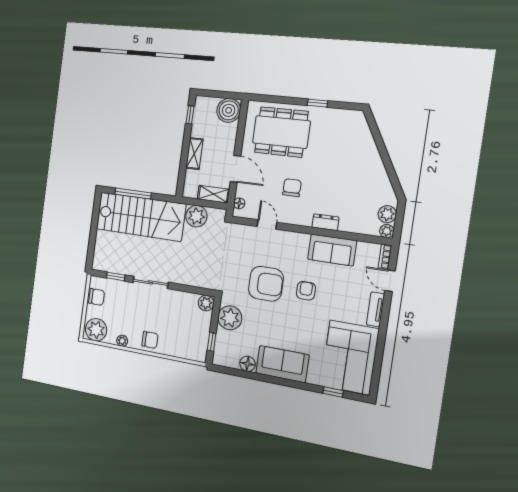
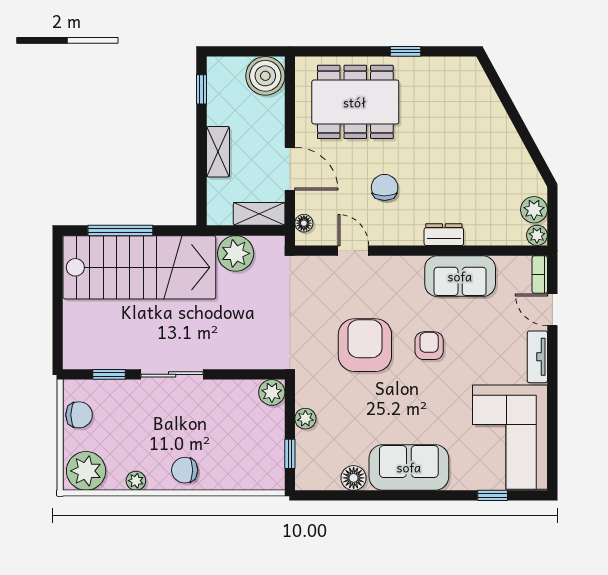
armchair: (266, 284) -> (365, 345), turned -90
plant: (230, 318) -> (305, 419), width x0.53, depth x0.53
chair: (150, 340) -> (185, 470), turned 180

